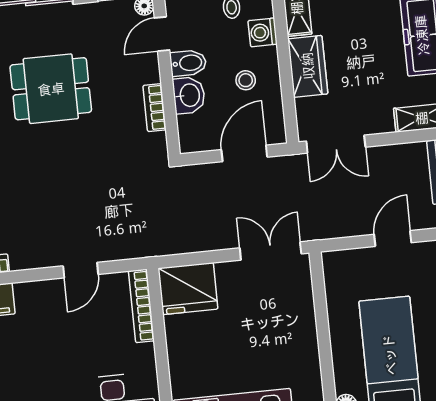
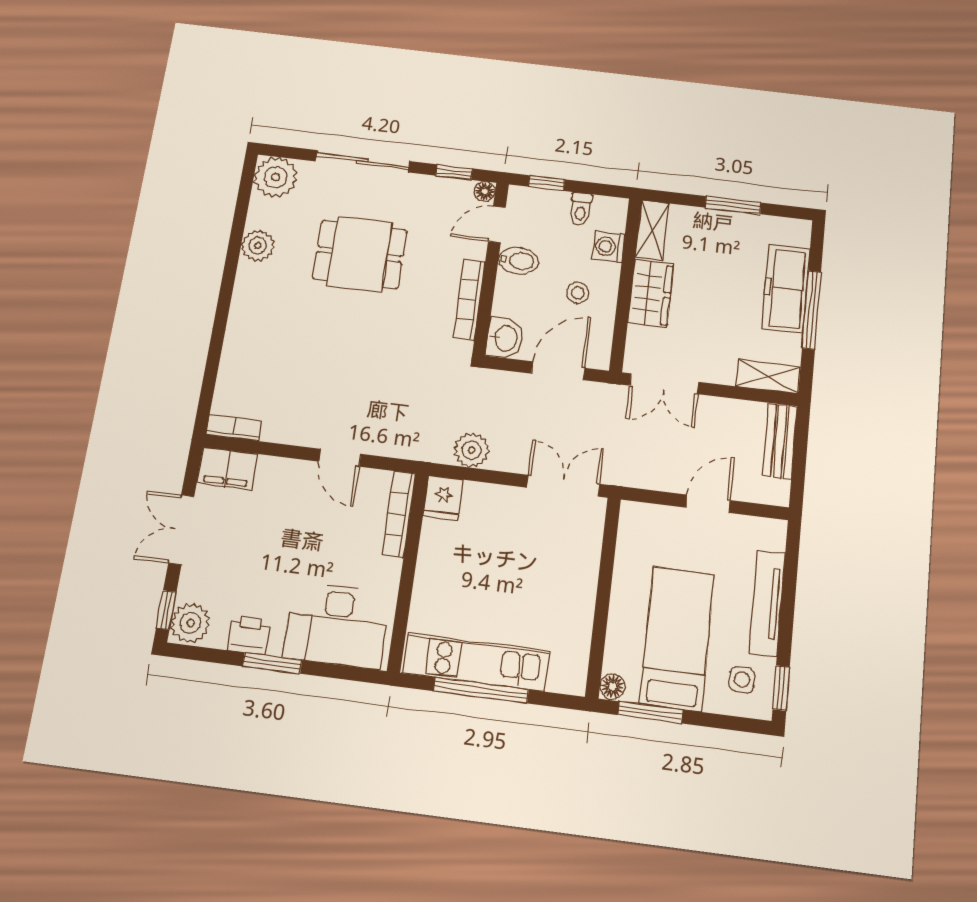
washbasin: (189, 95) -> (505, 338), moved
bookcase: (155, 108) -> (469, 299), width x1.56
plant: (188, 238) -> (471, 450), added
door: (81, 270) -> (340, 458), hinge flipped
fridge: (188, 289) -> (443, 498), width x0.53, depth x0.75

